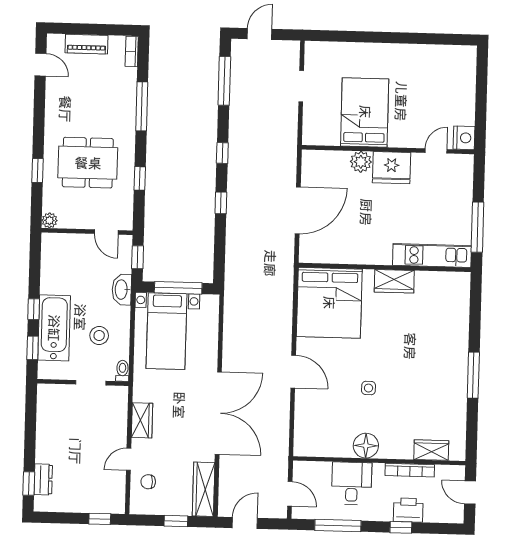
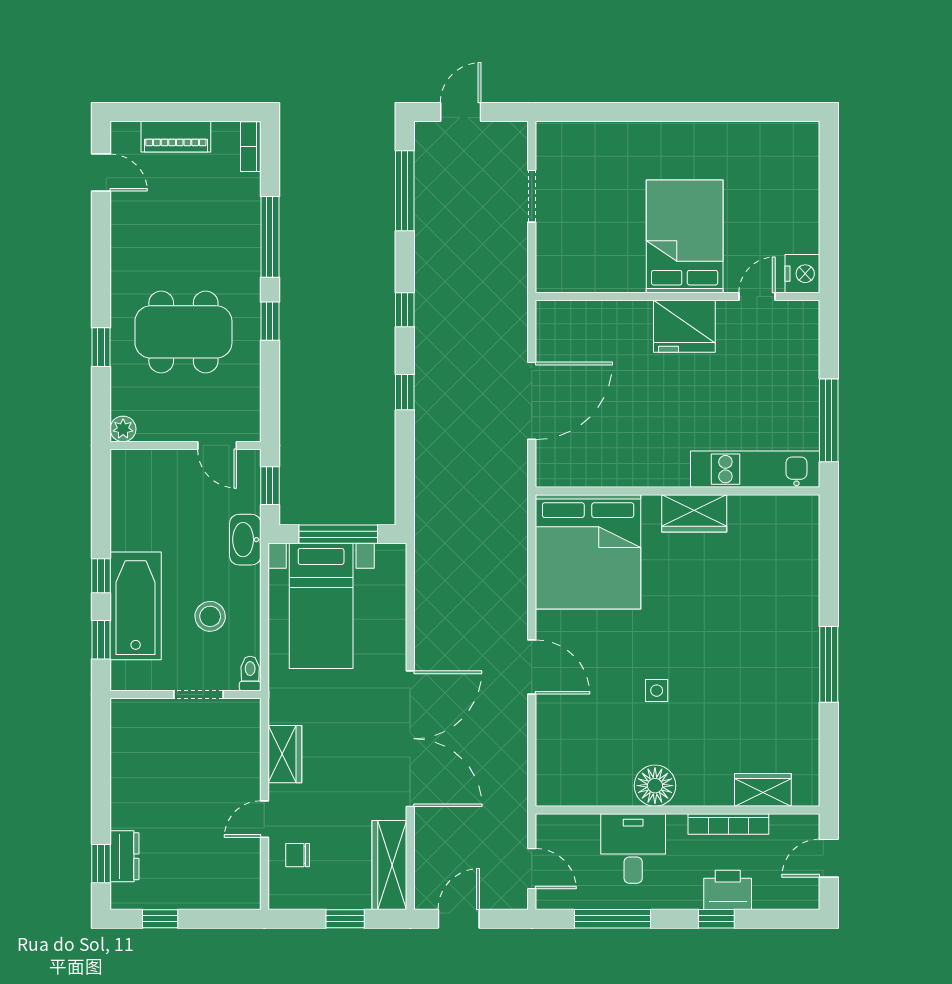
bed: (365, 112) -> (685, 236), moved
plant: (361, 162) -> (634, 318), removed
window: (140, 178) -> (270, 321), moved
door: (470, 492) -> (829, 858), hinge flipped
window: (100, 519) -> (160, 919), moved

